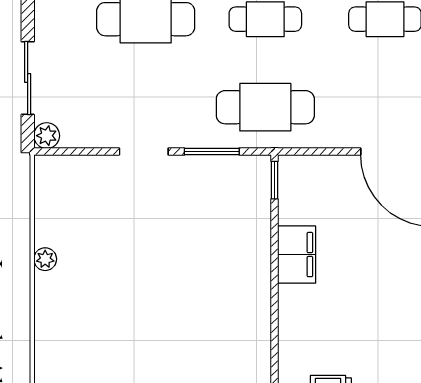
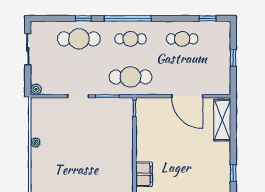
sliding door: (28, 78) -> (28, 49), moved
filing cabinet: (297, 255) -> (144, 174), moved

